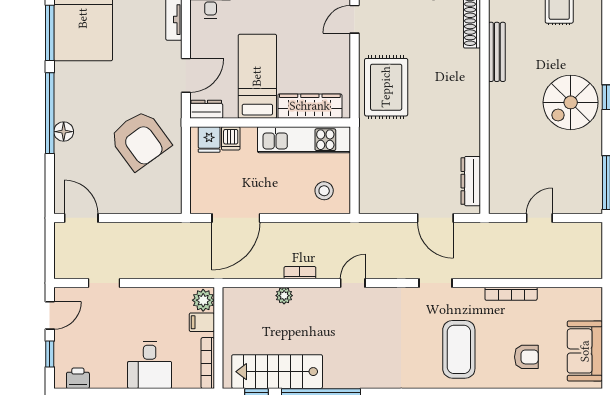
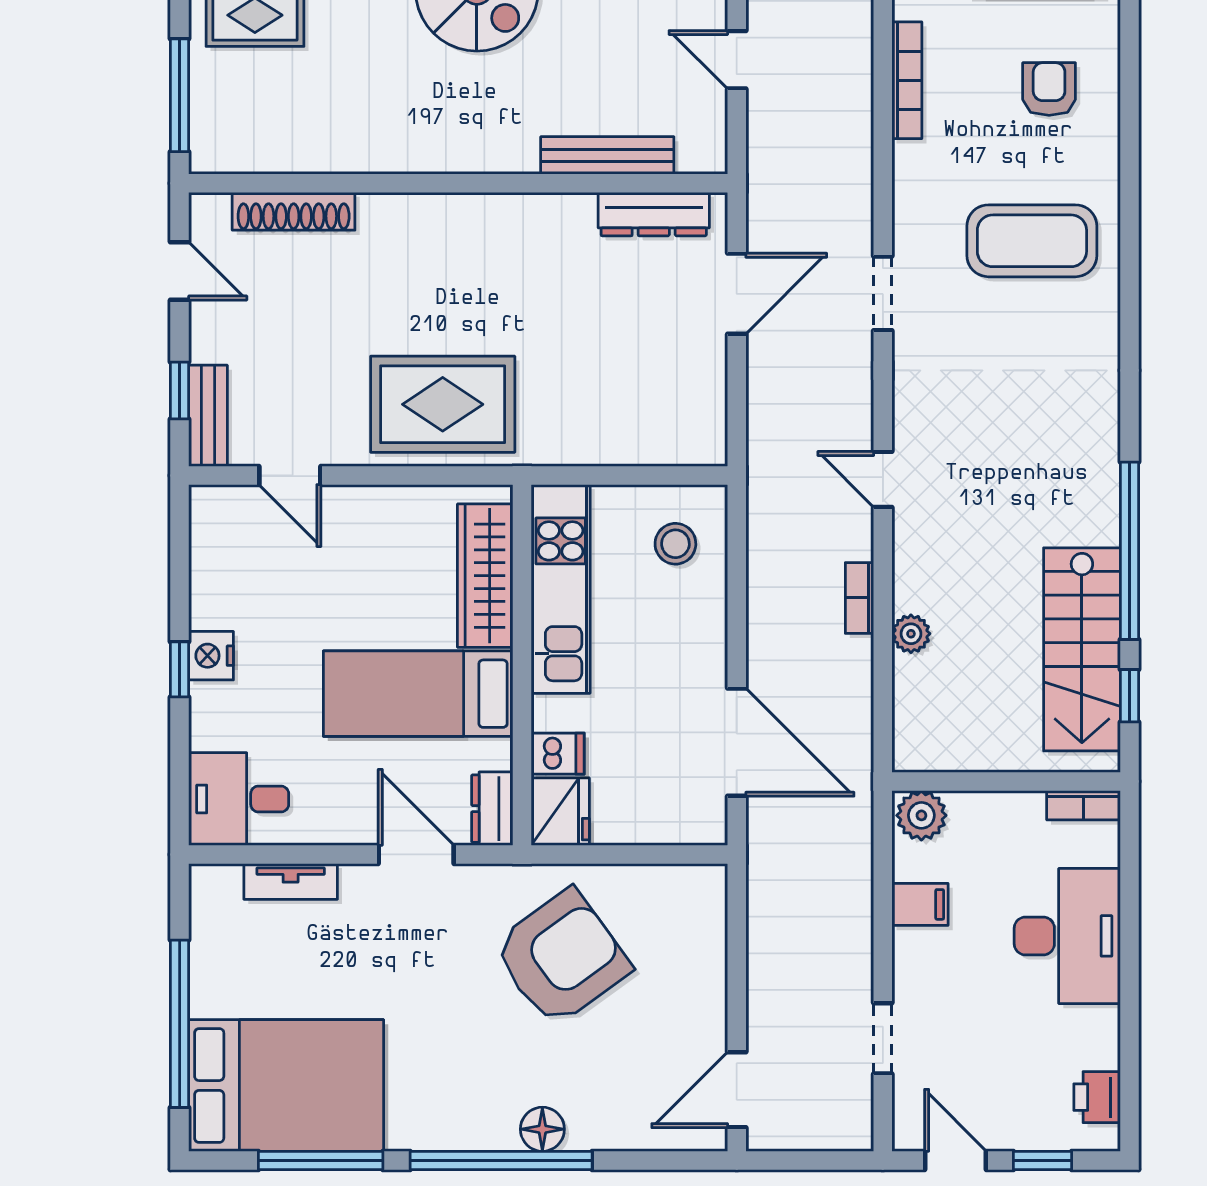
bench: (497, 52) -> (607, 155), moved
fridge: (209, 139) -> (560, 812), width x1.38
bookcase: (511, 294) -> (907, 80), moved
filing cabinet: (202, 322) -> (920, 904), moved, turned -90
bookcase: (208, 363) -> (1083, 805), width x0.64
desk: (150, 365) -> (1067, 936), width x1.37

